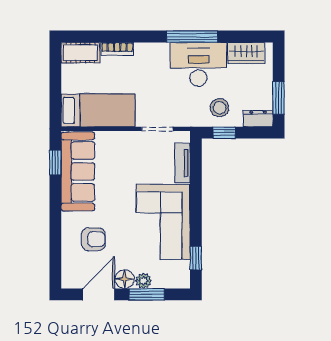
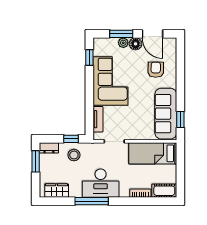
desk: (198, 64) -> (101, 183), moved
armchair: (93, 239) -> (156, 70), turned 91
door: (99, 294) -> (152, 34), hinge flipped

